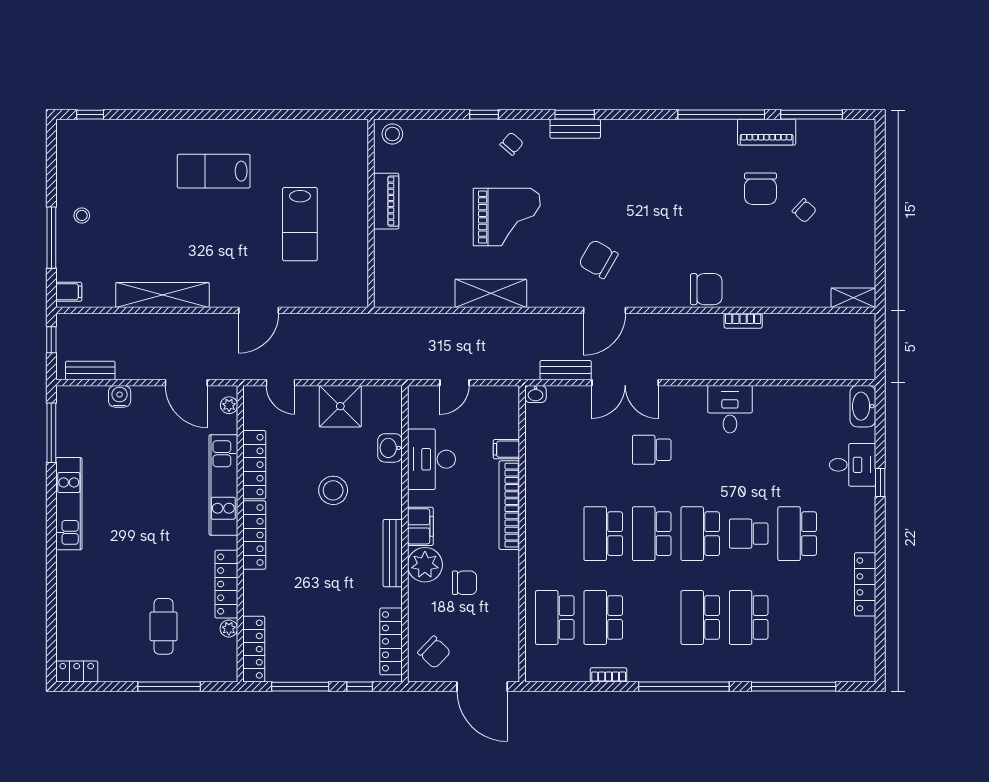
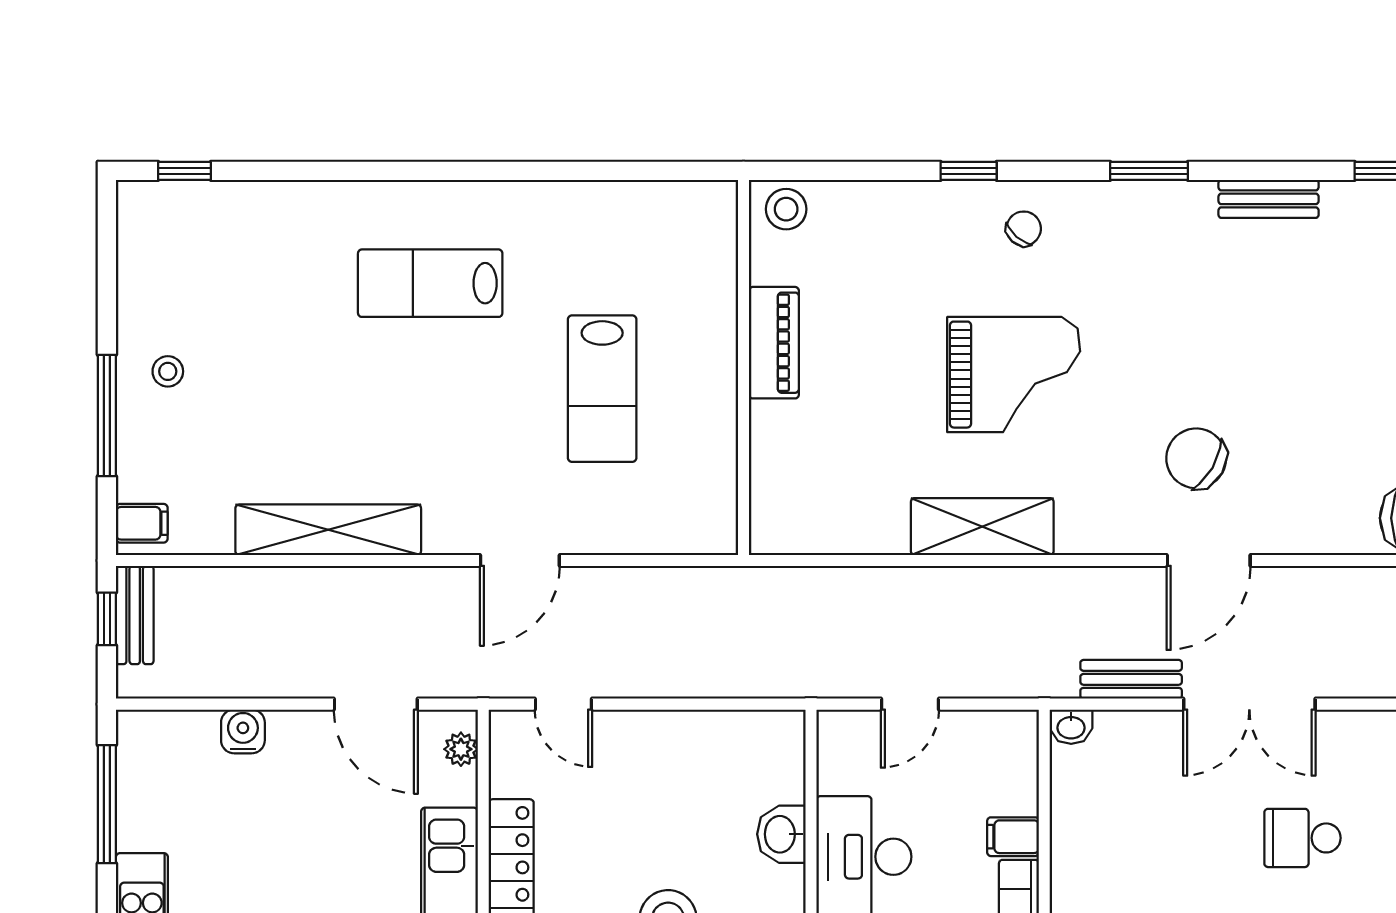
bench: (575, 129) -> (1269, 199), moved
bench: (90, 370) -> (135, 615), moved, turned 90
shower: (340, 406) -> (682, 751), removed

